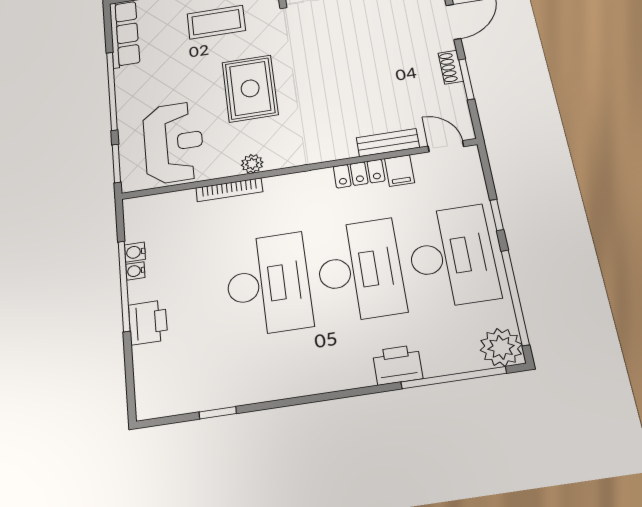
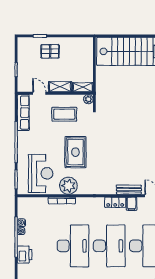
plant: (252, 164) -> (68, 186), width x1.87, depth x1.87

